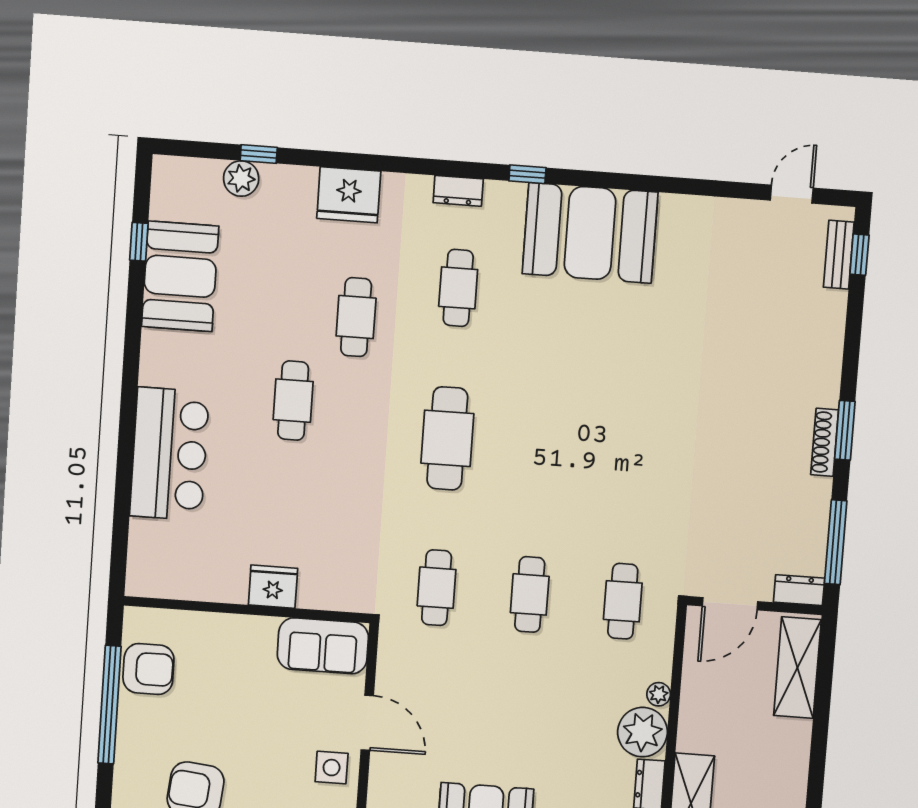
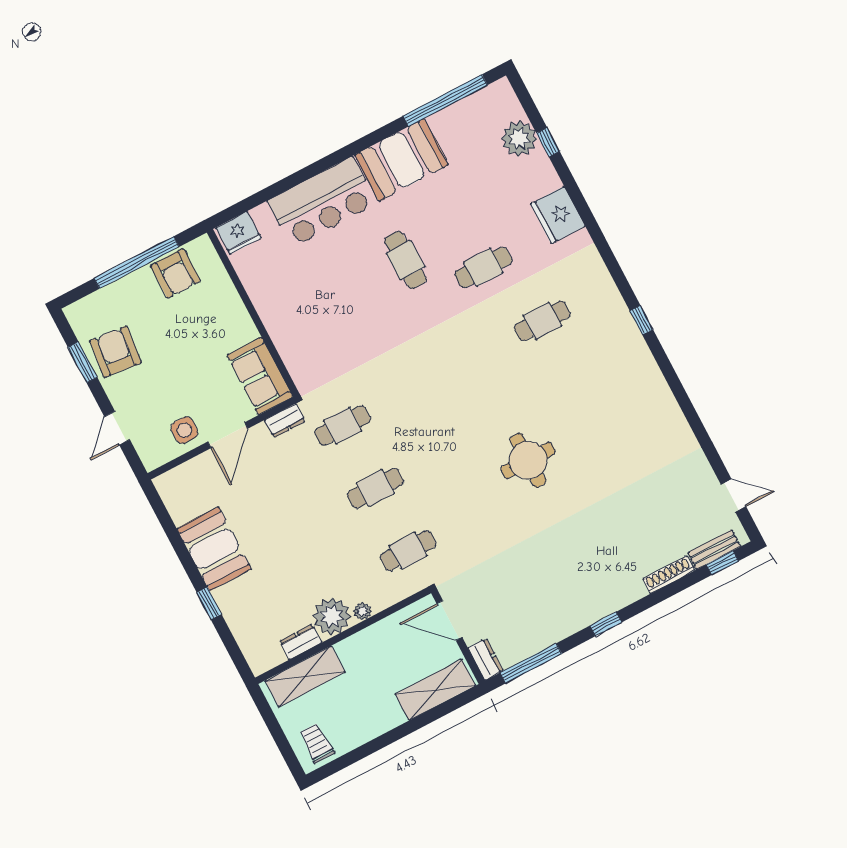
plant: (241, 179) -> (519, 139), width x1.36, depth x1.36
dresser: (458, 191) -> (285, 421), moved, turned -90
booth: (590, 233) -> (629, 383), removed
window: (139, 242) -> (445, 100), width x3.17
booth: (180, 276) -> (402, 160), moved
cafe table: (293, 401) -> (405, 260), turned 90
round table: (606, 403) -> (528, 460), added
window: (845, 430) -> (606, 624), width x0.67
cafe table: (447, 438) -> (442, 373), removed
shoe rack: (825, 442) -> (669, 575), moved
fridge: (273, 587) -> (239, 233), moved, turned 90

